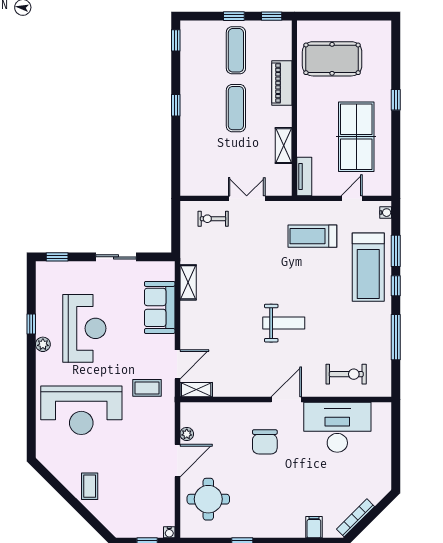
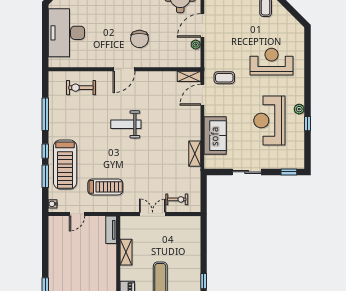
table tennis table: (356, 137) -> (74, 258), removed
double door: (247, 198) -> (153, 214), swing flipped
treadmill: (368, 267) -> (65, 165), turned 180
reception desk: (81, 410) -> (272, 62), width x0.74, depth x0.77
desk: (337, 427) -> (66, 33), moved, turned 90
chair: (265, 442) -> (139, 39), turned 180

